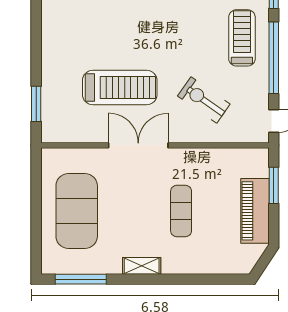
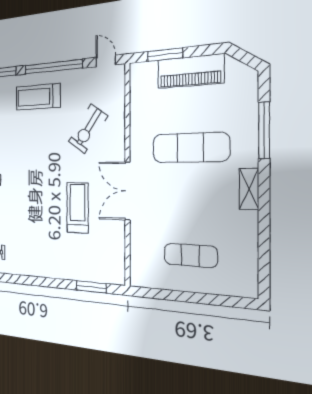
treadmill: (120, 88) -> (77, 208), width x0.73, depth x0.73
exercise mat: (77, 211) -> (191, 255), width x0.50, depth x0.69
exercise mat: (181, 211) -> (190, 148), width x1.36, depth x1.45
window: (81, 279) -> (264, 130), moved

